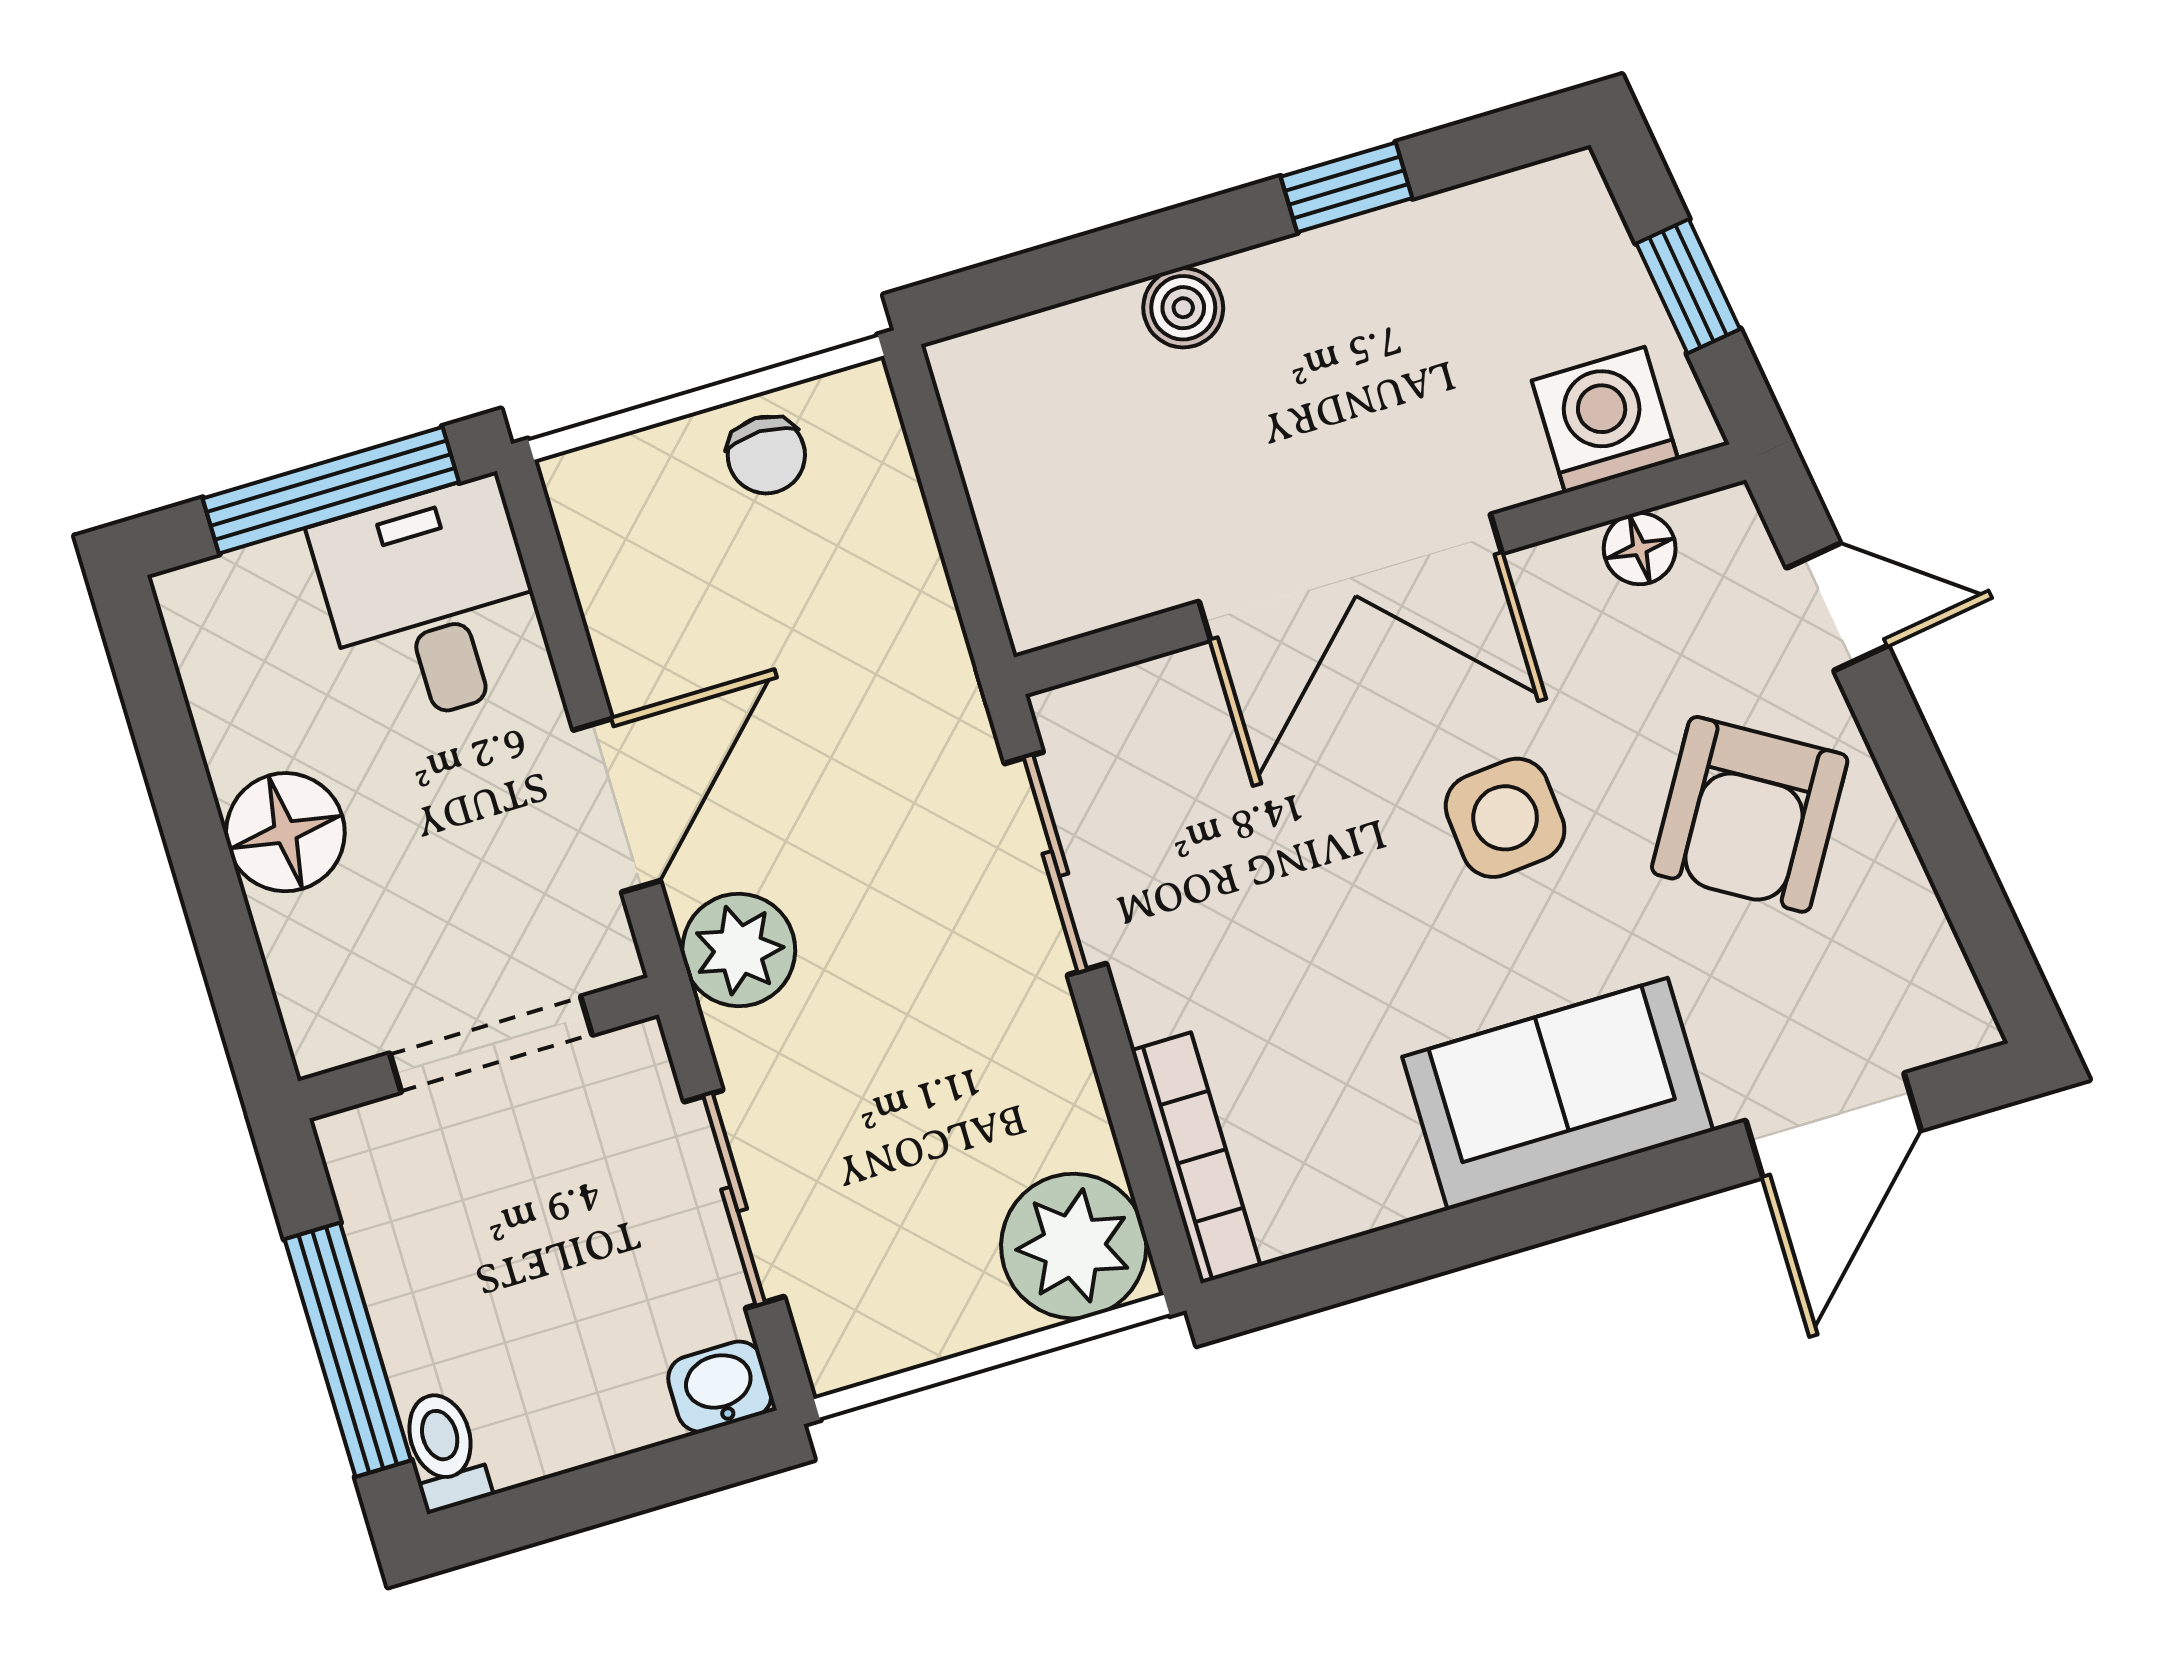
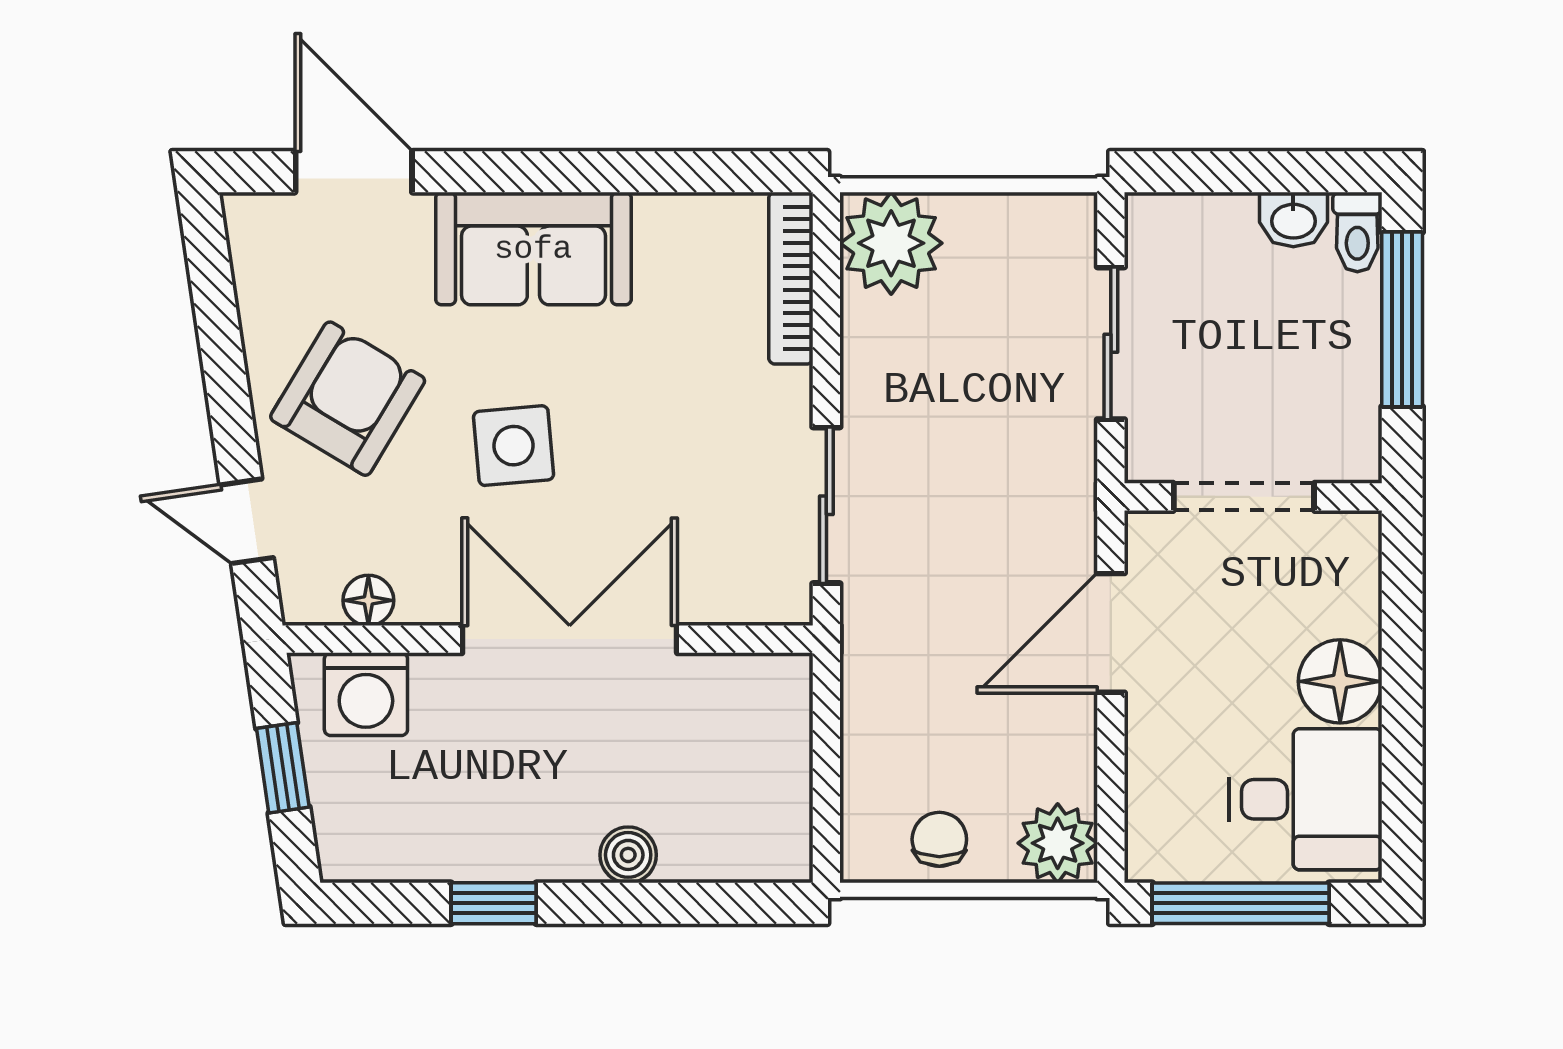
desk: (432, 603) -> (1306, 799), moved, turned -90
plant: (739, 950) -> (1058, 843), moved
door: (1833, 1125) -> (354, 172), hinge flipped
washbasin: (720, 1387) -> (1293, 220), moved

